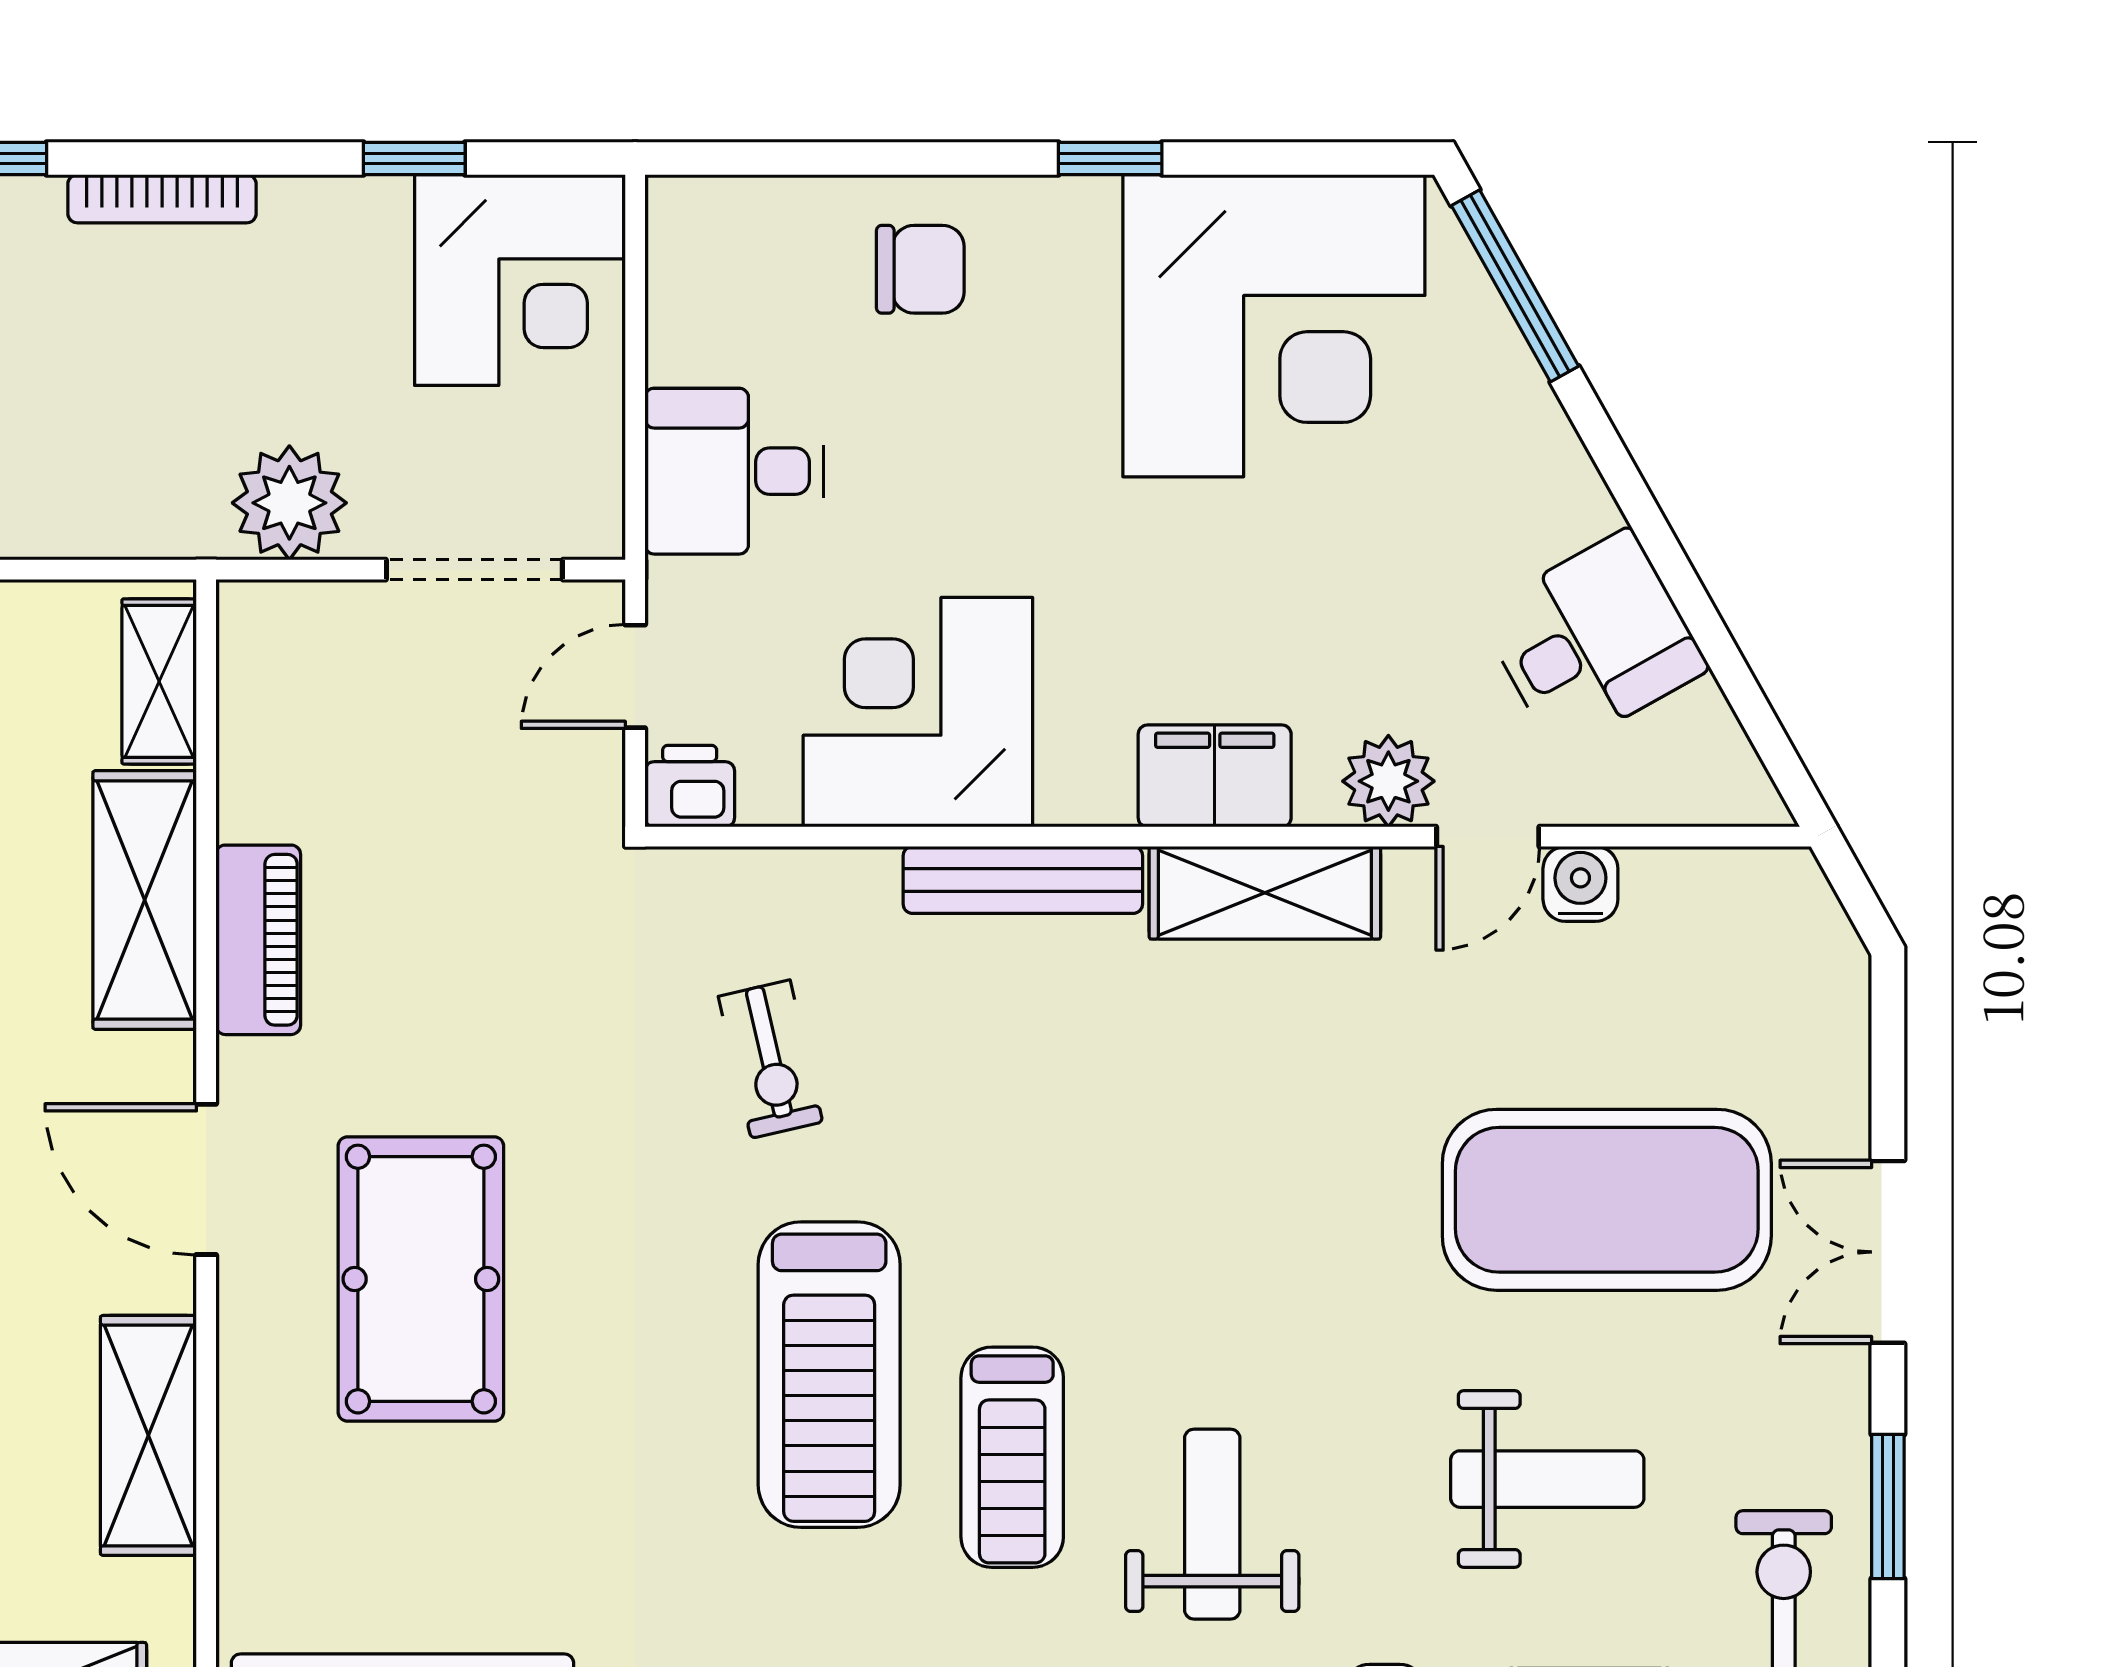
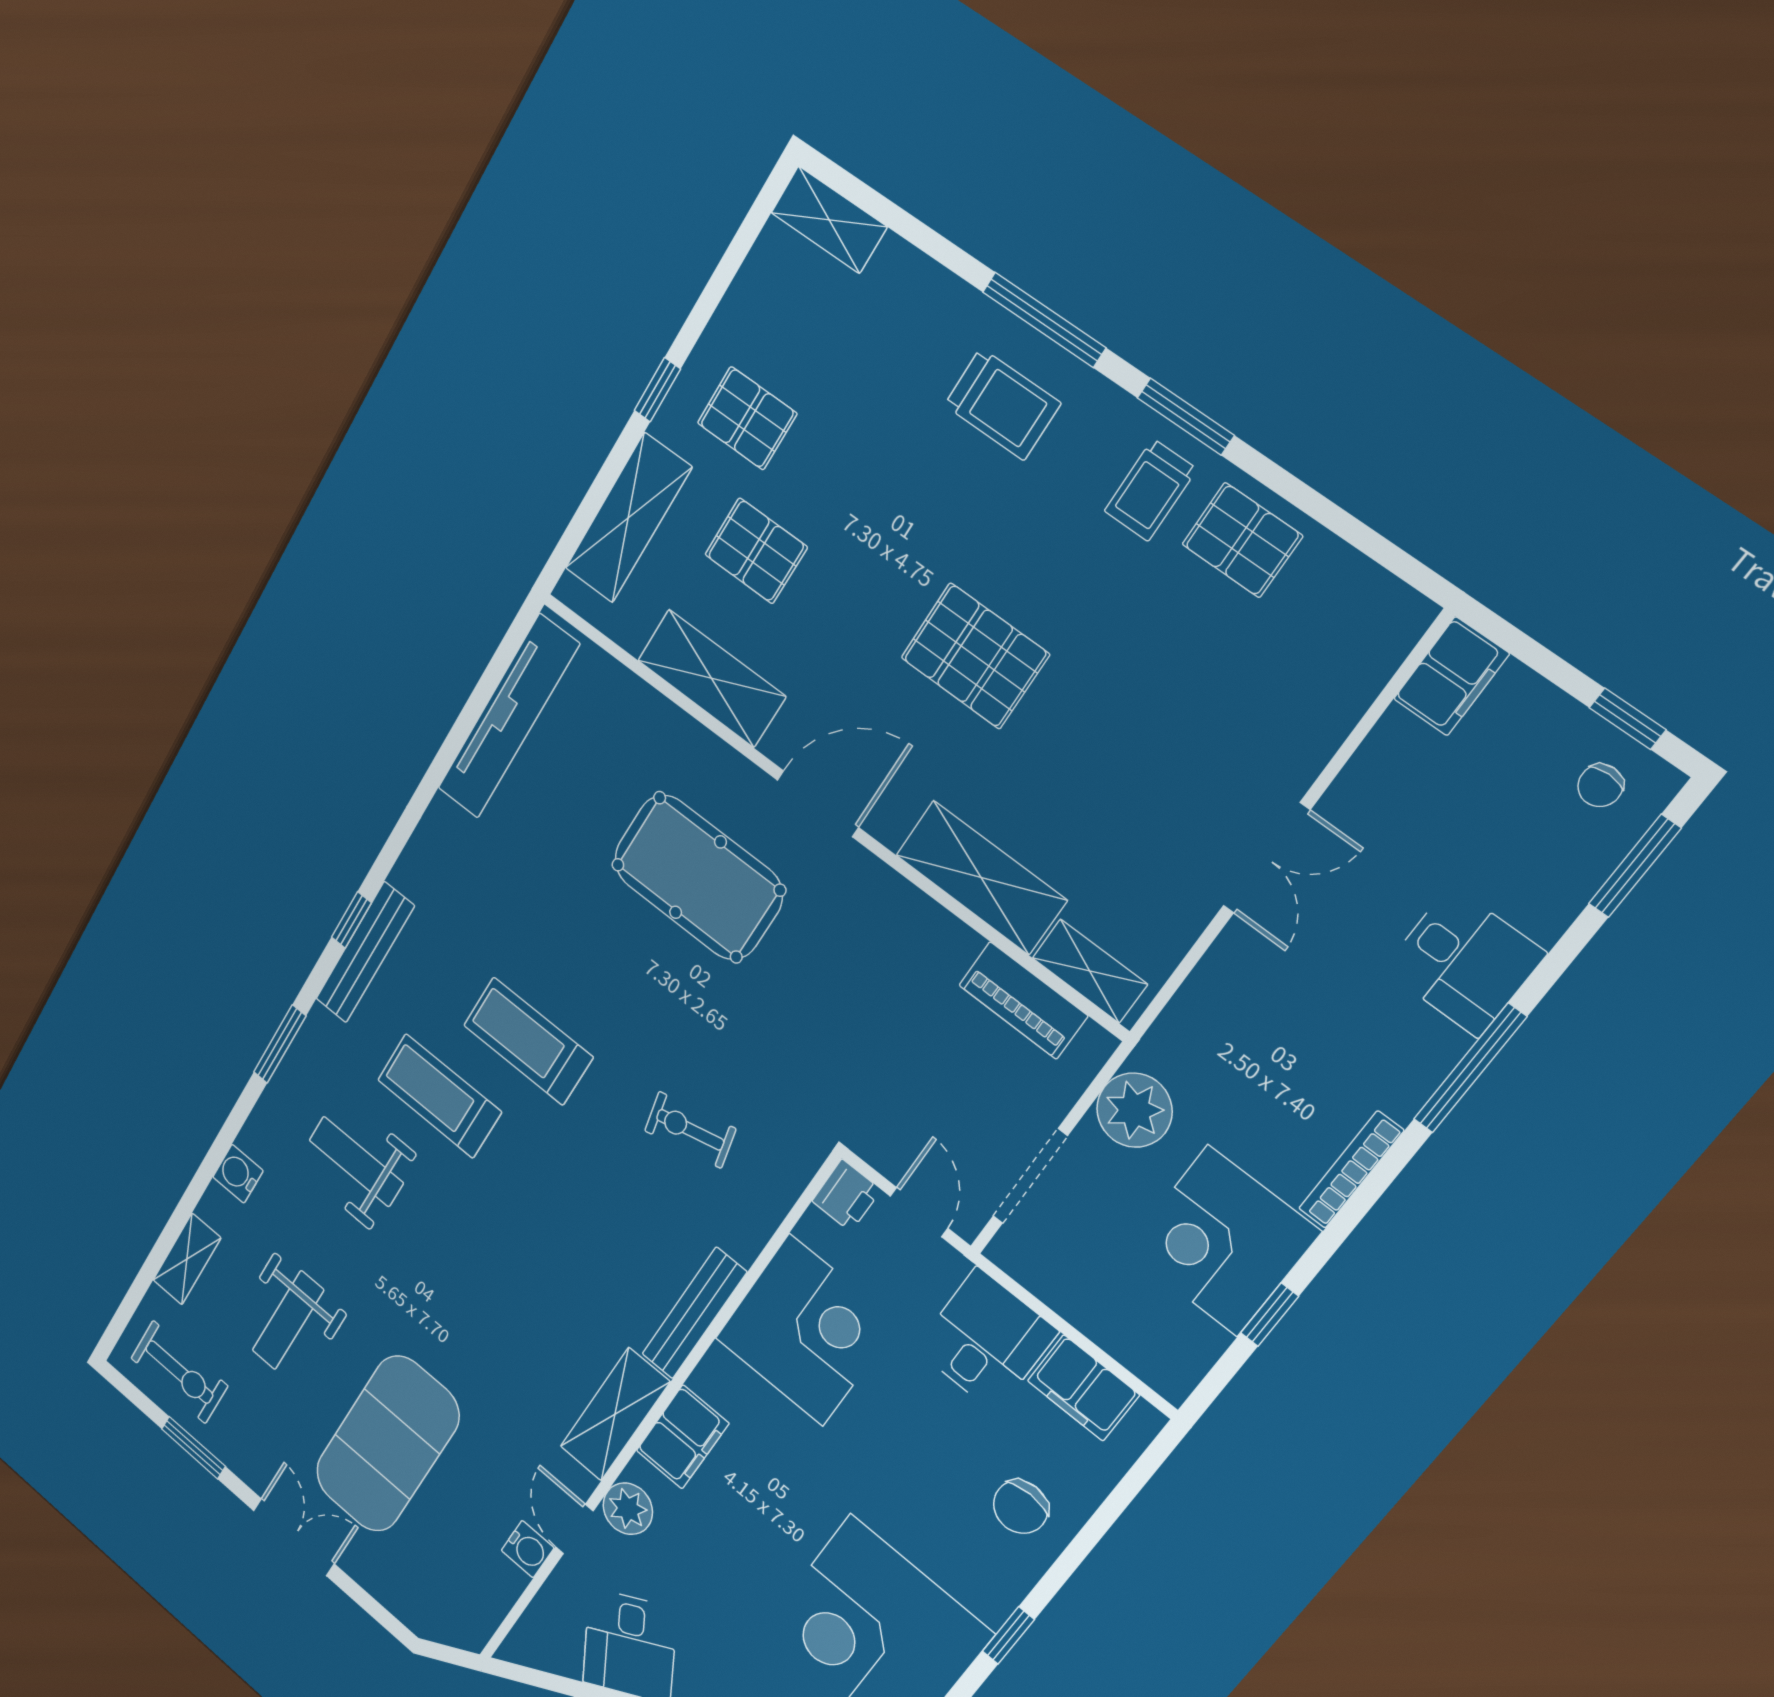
corner desk: (520, 280) -> (1222, 1241), moved
filing cabinet: (694, 307) -> (1083, 1388), added
piano: (258, 940) -> (1023, 1000), moved
treadmill: (829, 1375) -> (528, 1041), width x0.73, depth x0.73
weight bench: (1212, 1524) -> (356, 1162), turned 180

